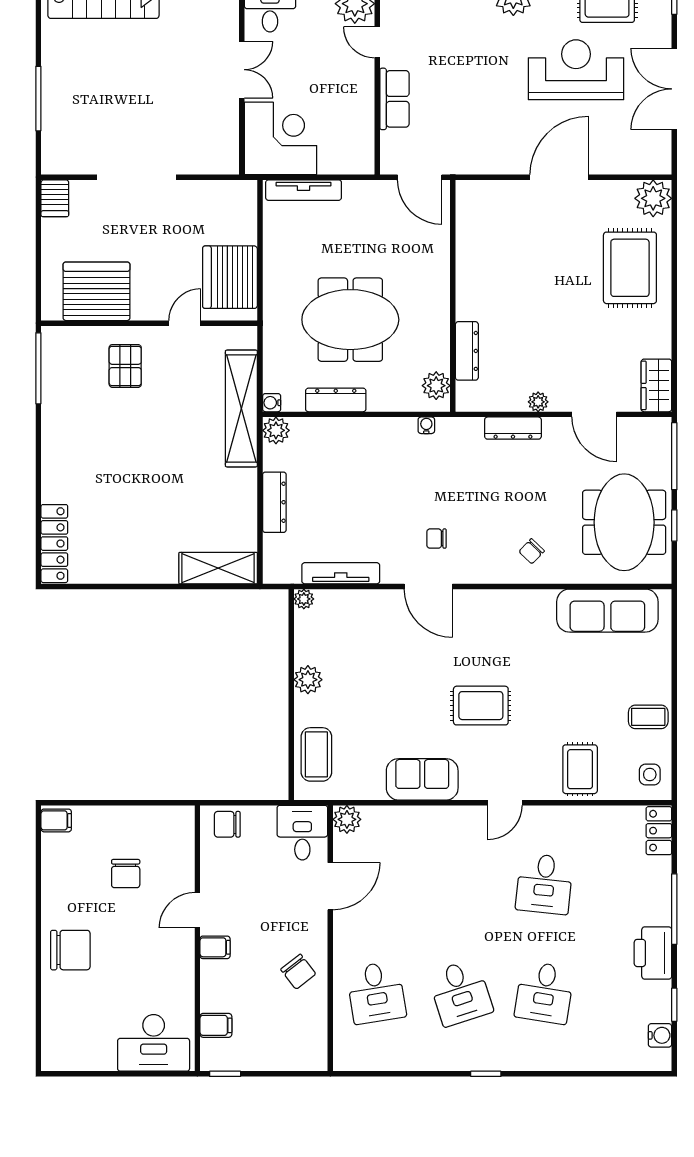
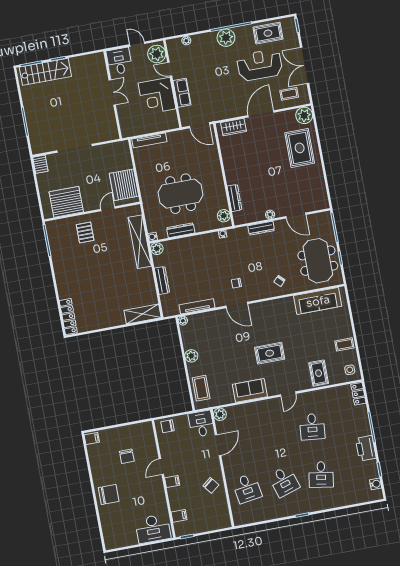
corner desk: (281, 138) -> (157, 96), moved, turned 180
coffee table: (629, 145) -> (289, 94), added
wardrobe: (656, 385) -> (233, 127), moved, turned -90

